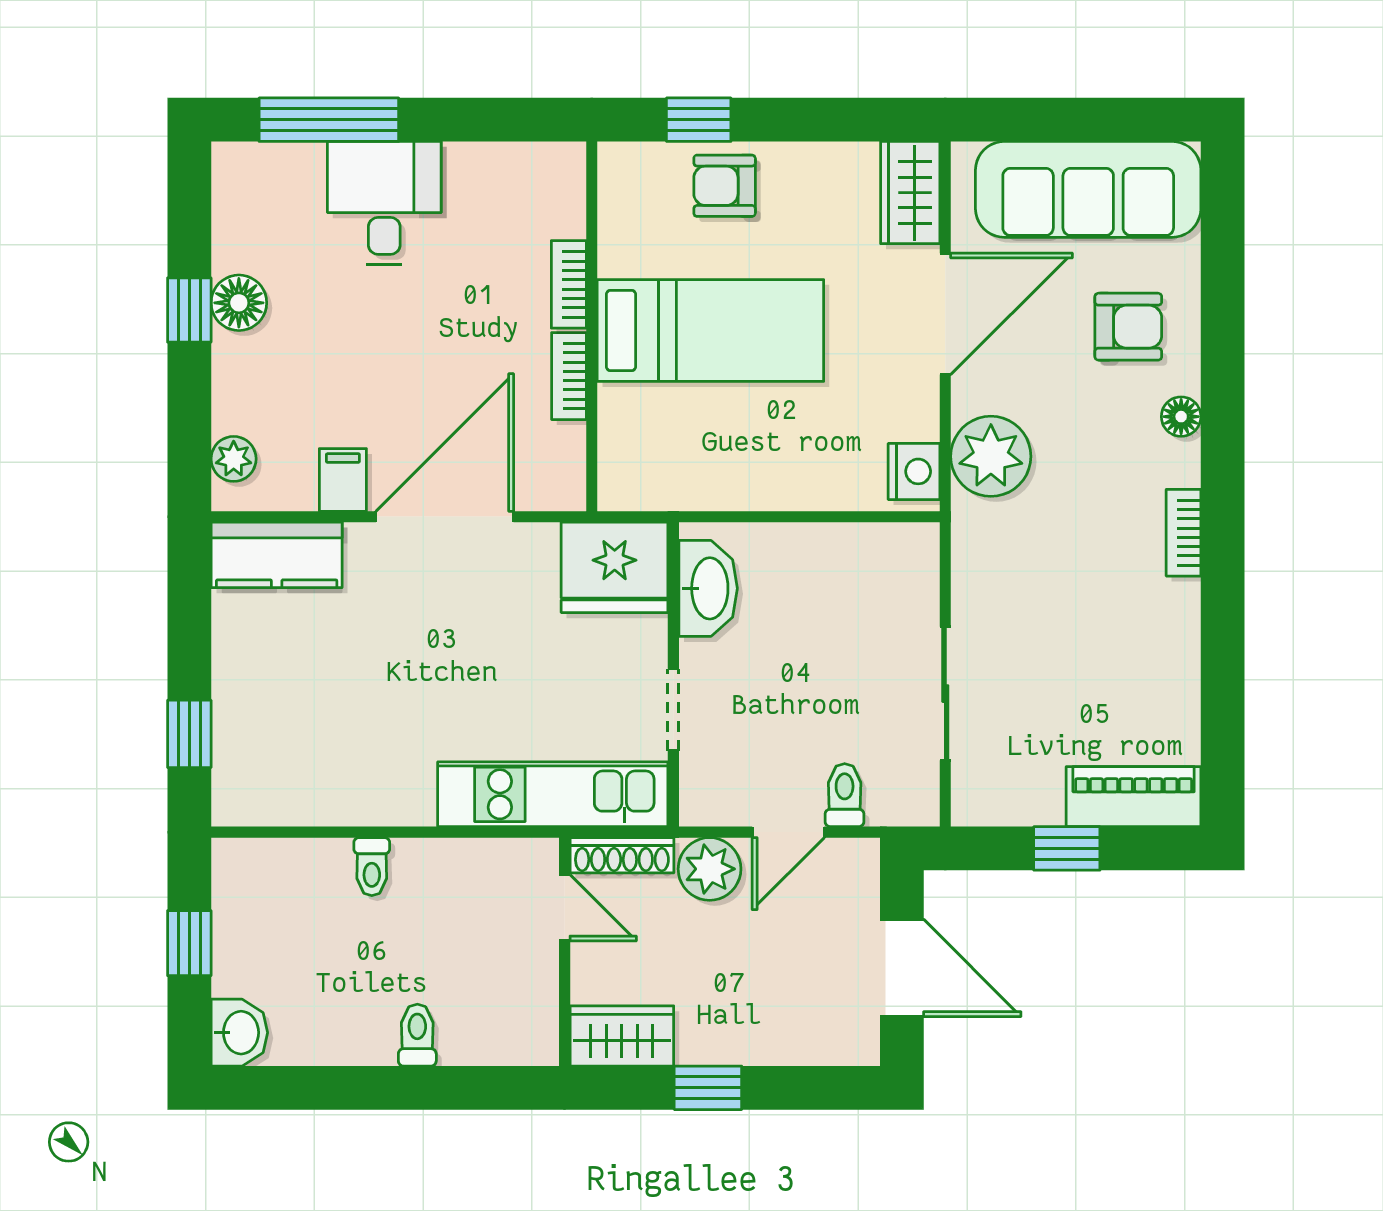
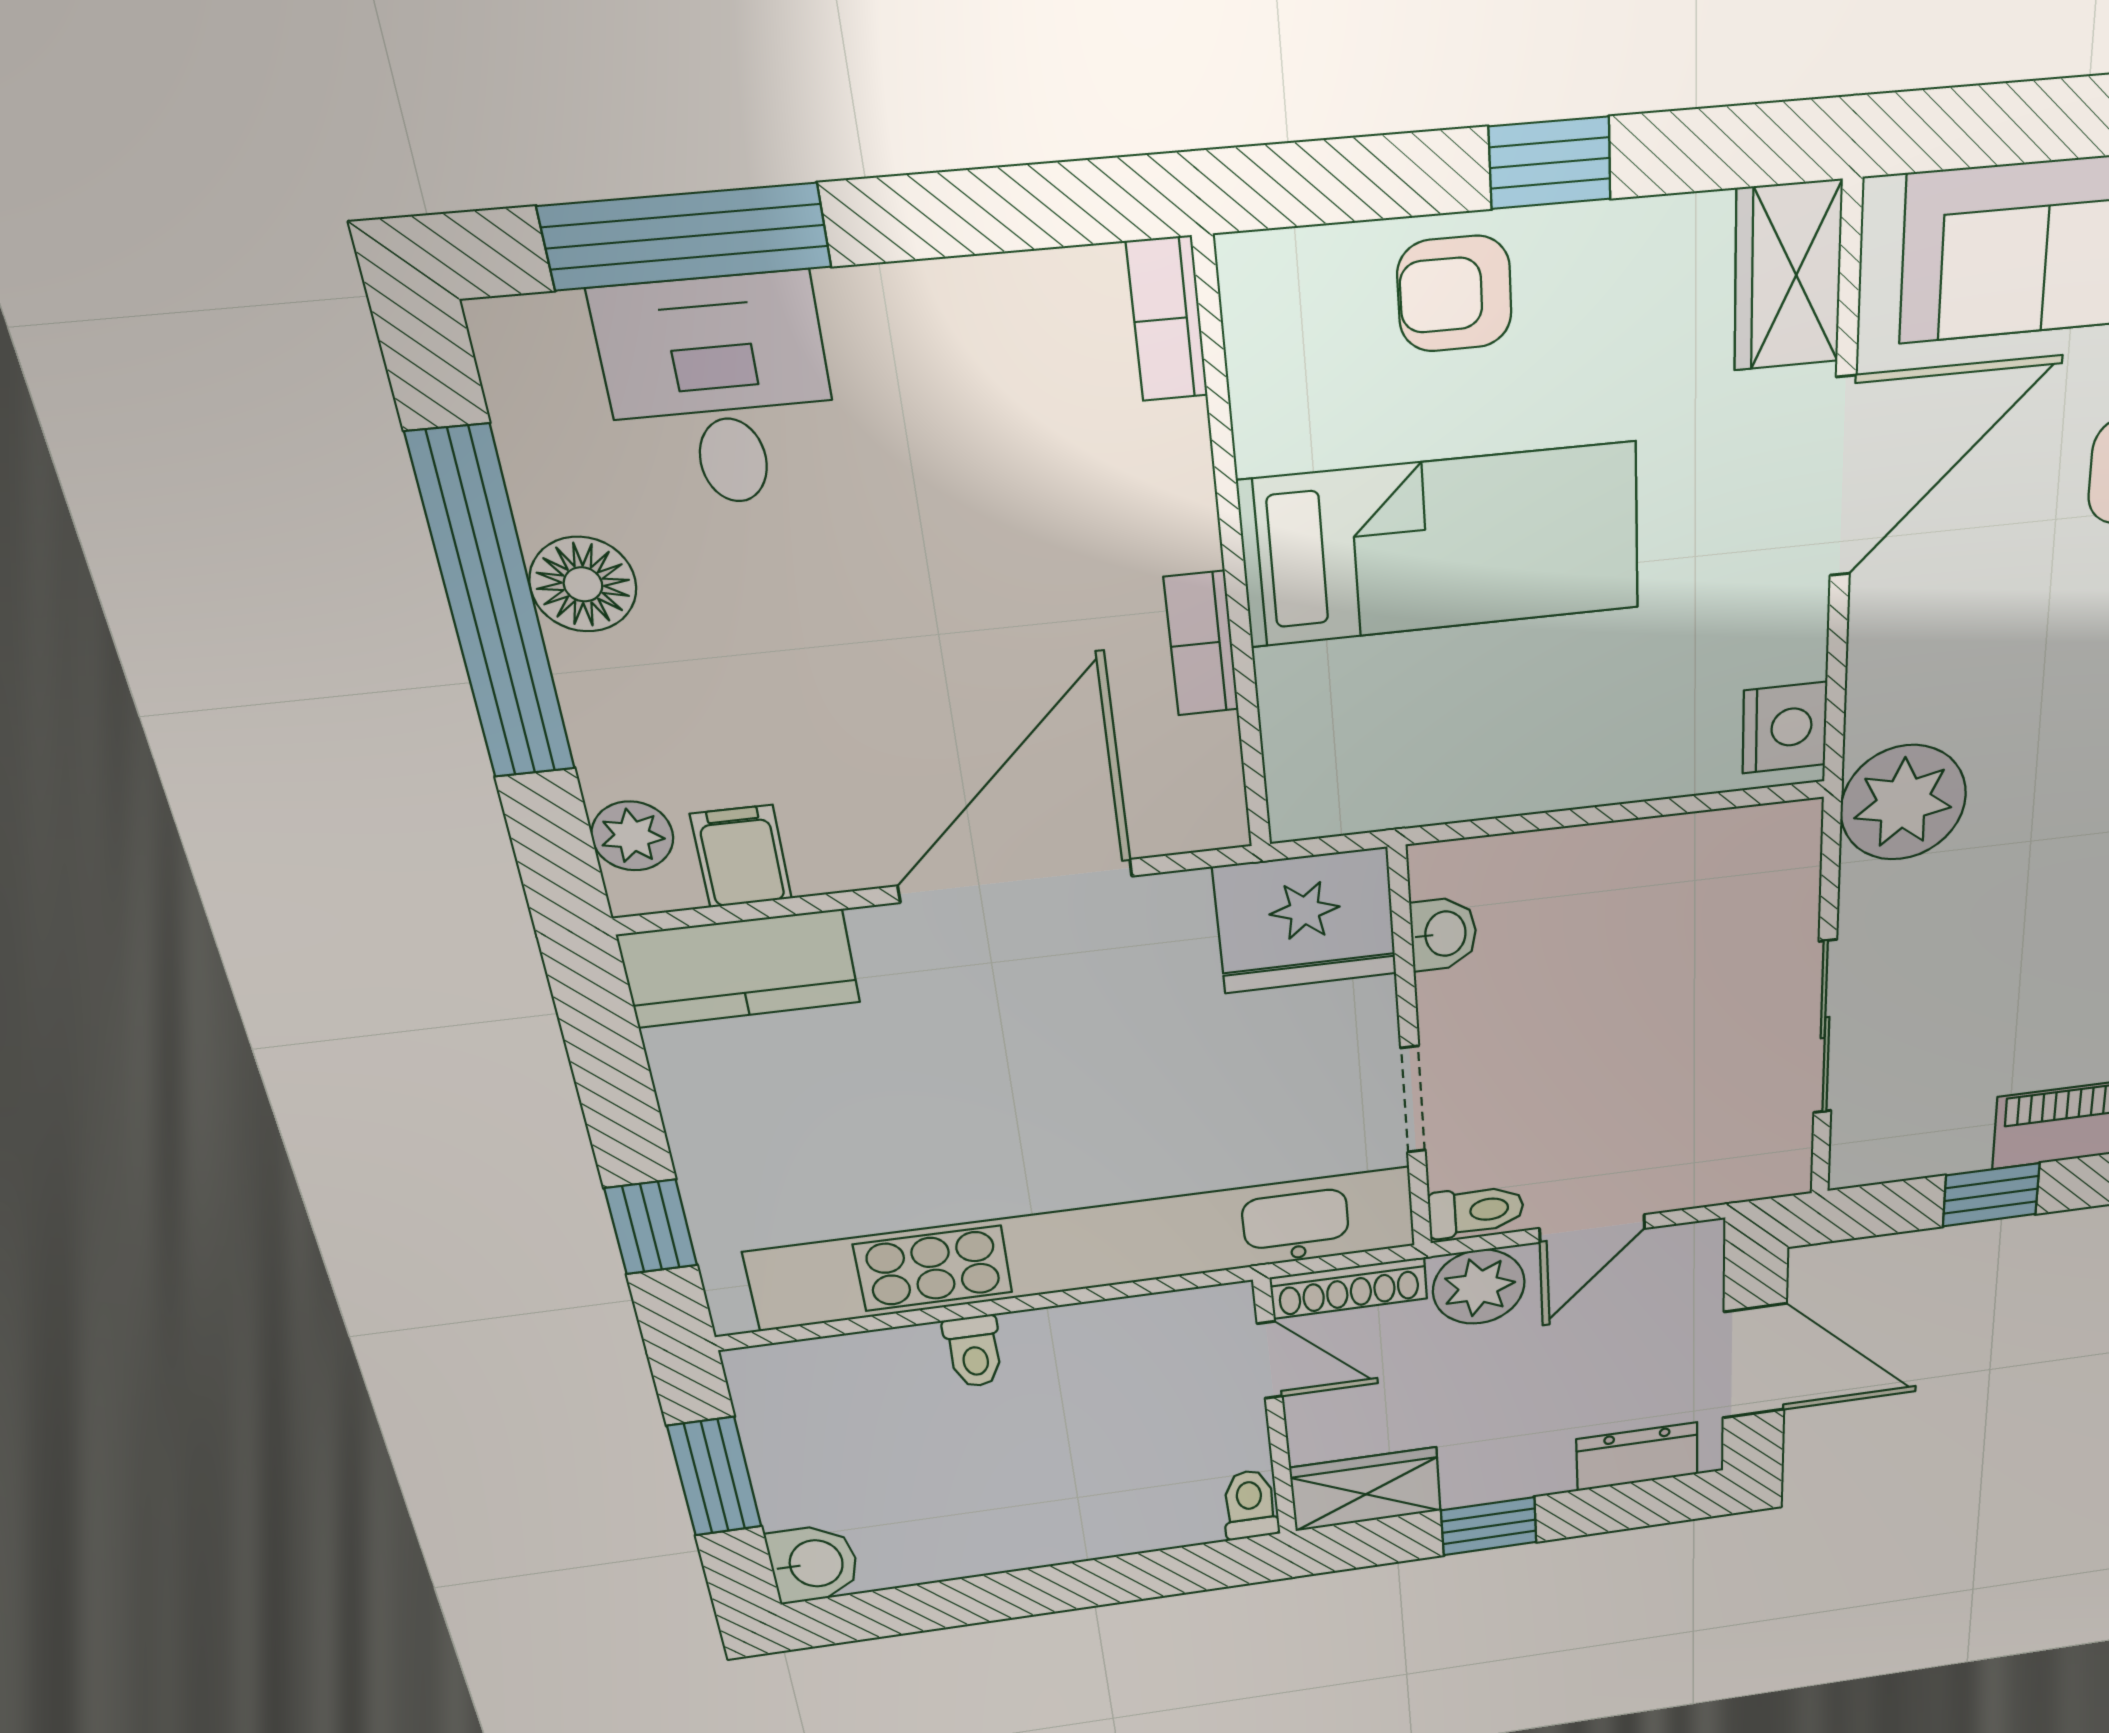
window: (699, 120) -> (1550, 163), moved
desk: (384, 203) -> (720, 392), moved
bookcase: (569, 284) -> (1167, 319), moved
window: (189, 310) -> (492, 606), width x3.17
plant: (991, 456) -> (1903, 803), moved
filing cabinet: (343, 480) -> (741, 856), moved
washbasin: (708, 588) -> (1444, 934), width x0.52, depth x0.69
kitchen unit: (553, 794) -> (1086, 1248), width x1.86
toilet: (845, 795) -> (1476, 1211), moved, turned 90
window: (189, 943) -> (715, 1477), width x1.50
toilet: (417, 1035) -> (1250, 1505), moved
dresser: (817, 1041) -> (1637, 1457), added

